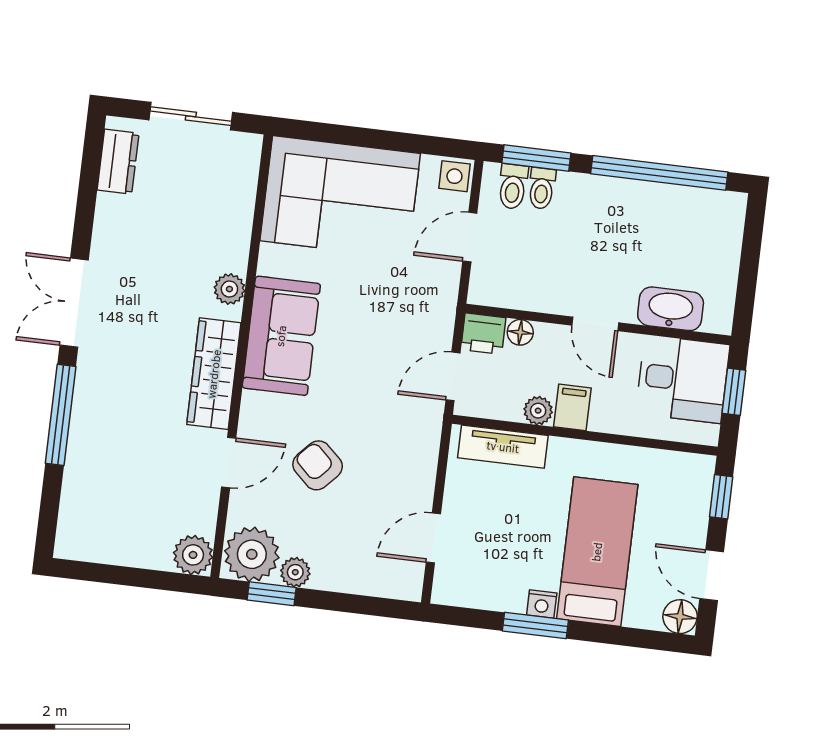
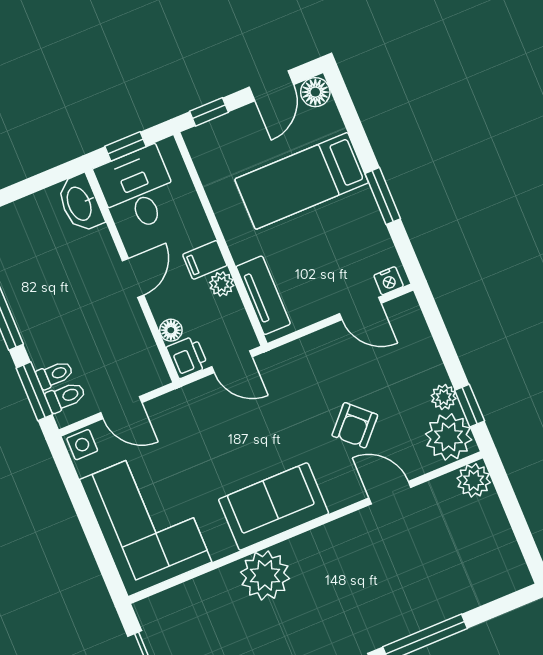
plant: (229, 289) -> (265, 575), width x1.87, depth x1.87
washbasin: (671, 309) -> (80, 203), moved
wardrobe: (214, 374) -> (330, 541), removed
nightstand: (542, 604) -> (389, 281), moved, turned 90

